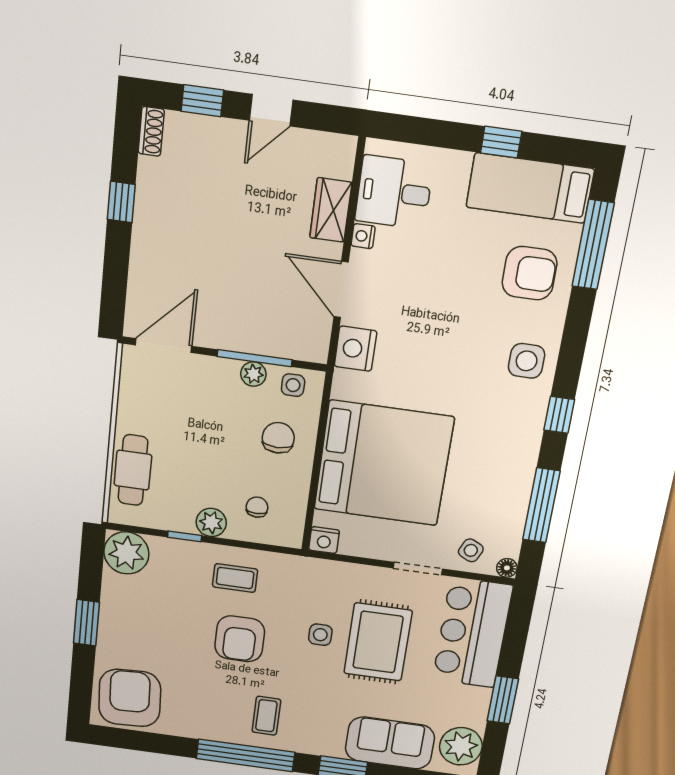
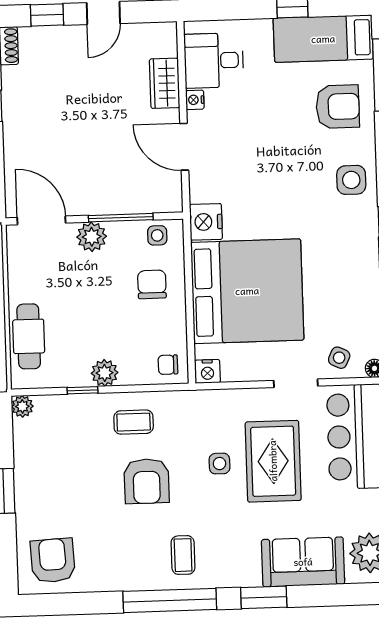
door: (164, 346) -> (41, 220), hinge flipped
nightstand: (355, 349) -> (206, 222), moved
plant: (253, 374) -> (92, 237), moved, width x1.38, depth x1.38
chair: (257, 507) -> (168, 365), moved, turned -90
plant: (126, 553) -> (22, 406), width x0.53, depth x0.53
armchair: (130, 698) -> (53, 560), width x0.73, depth x0.73

